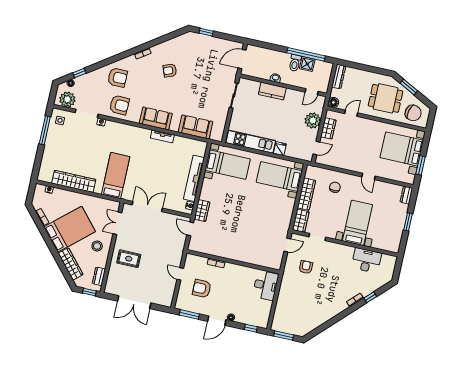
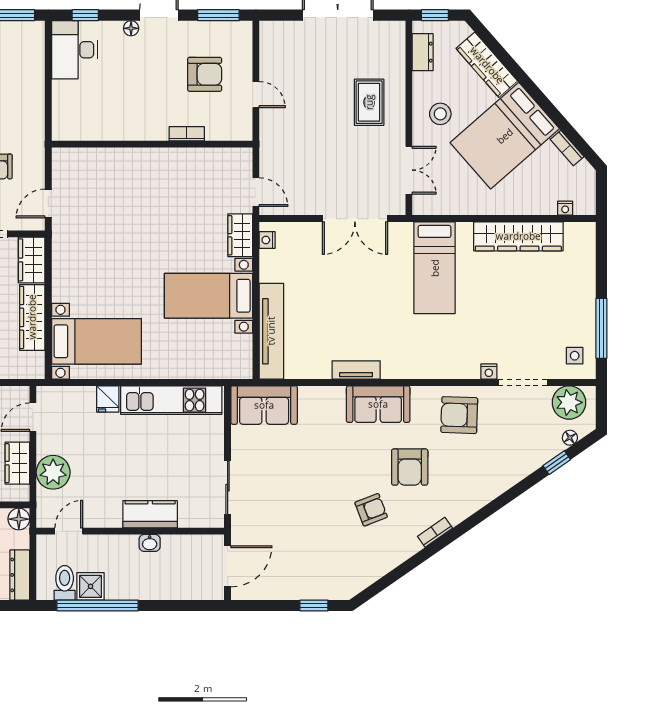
toilet: (295, 63) -> (65, 583), moved
armchair: (118, 78) -> (410, 467), moved, turned -90
sofa: (196, 127) -> (264, 405), moved
bed with nightstands: (228, 165) -> (209, 296), moved
tv unit: (194, 178) -> (271, 331), moved
rug: (129, 259) -> (369, 102), turned 90
desk: (266, 285) -> (74, 50), moved

